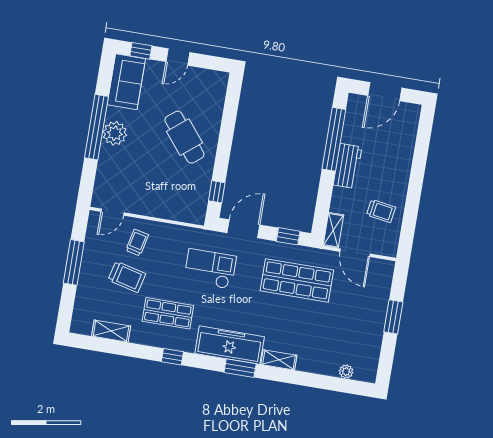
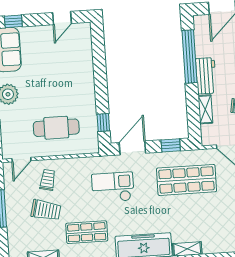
door: (178, 57) -> (62, 18), moved
cafe table: (184, 137) -> (56, 128), moved, turned -51
shelving: (333, 230) -> (205, 109), moved

